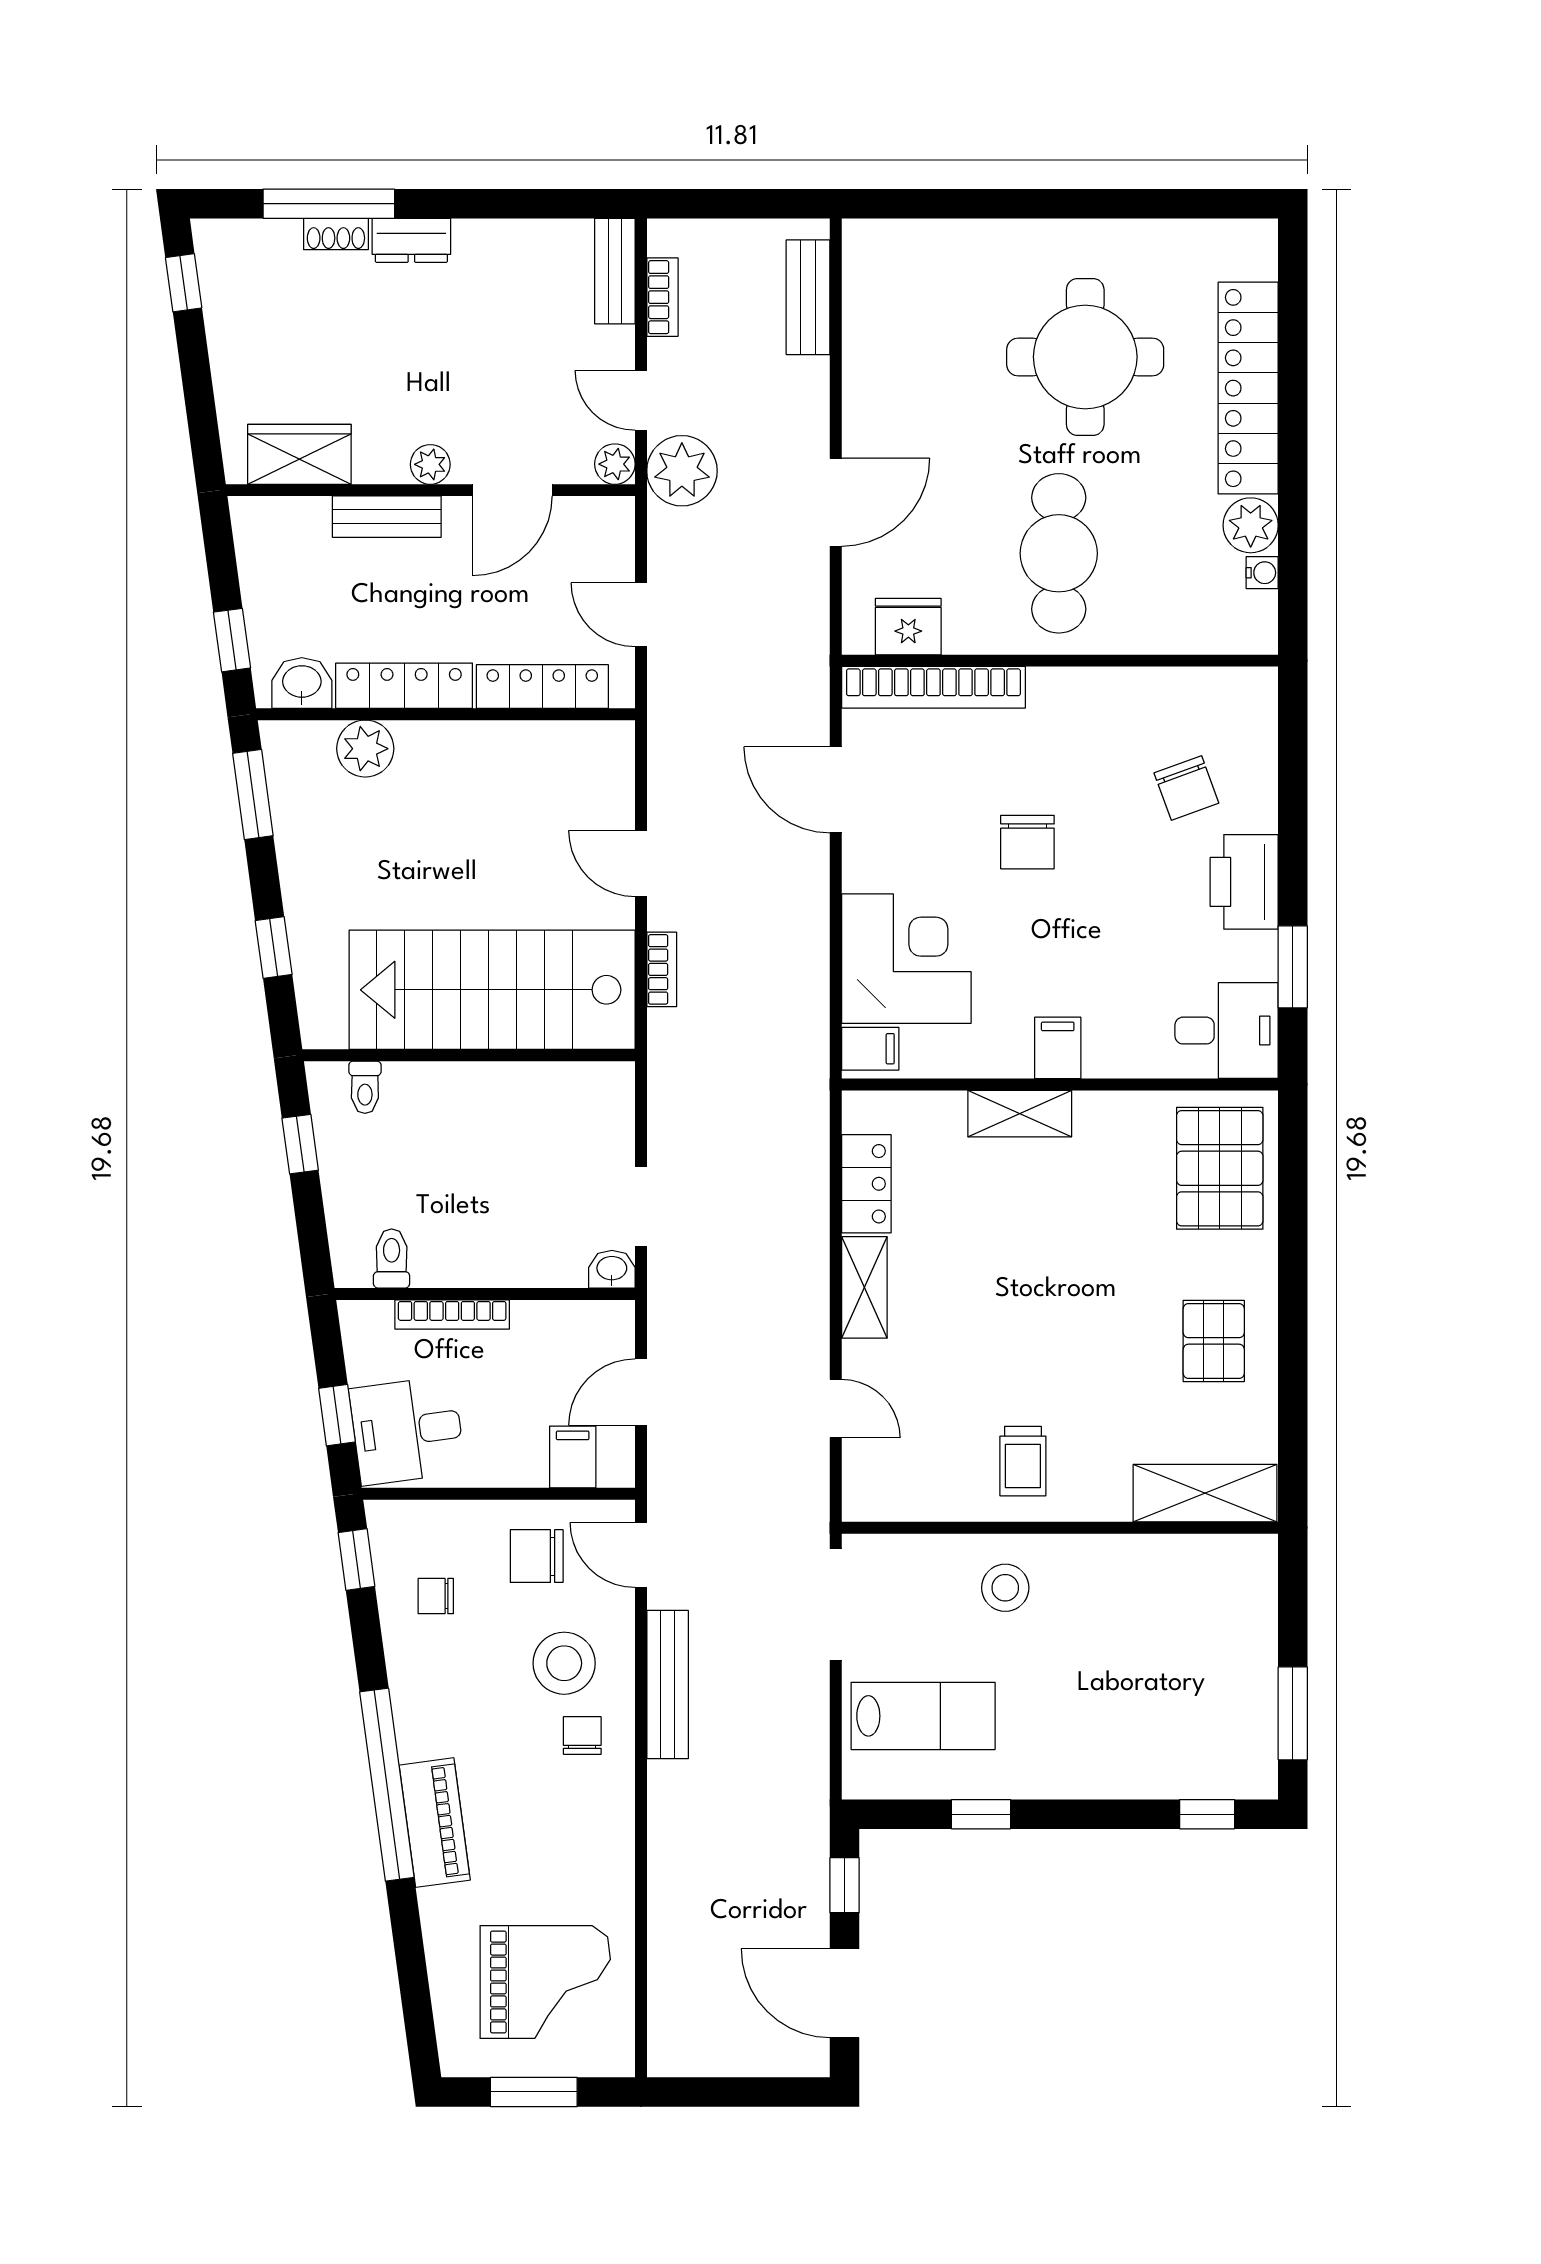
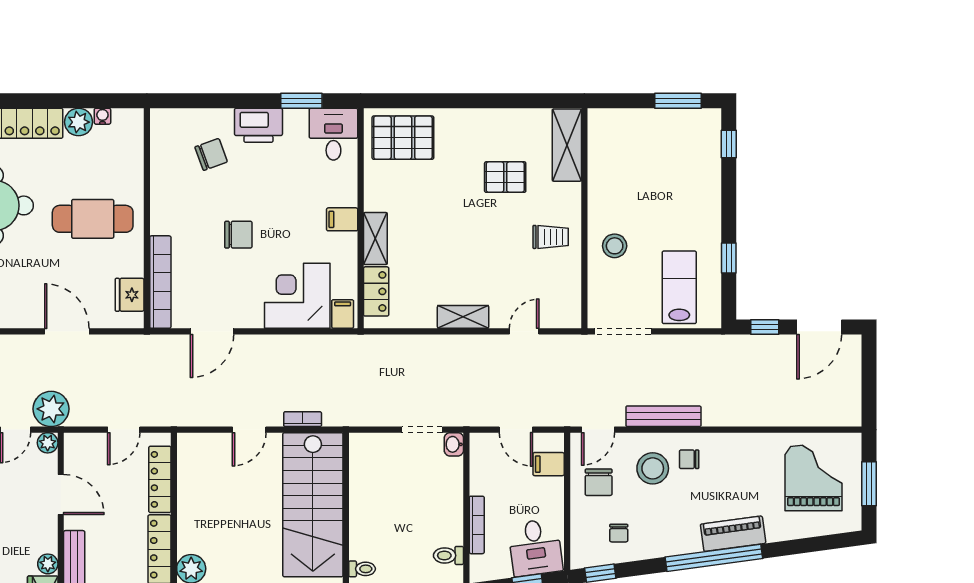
plant: (430, 464) -> (48, 564), moved
locker: (866, 1184) -> (376, 291), moved, turned 90
pallet: (1214, 1341) -> (505, 177), moved

